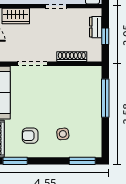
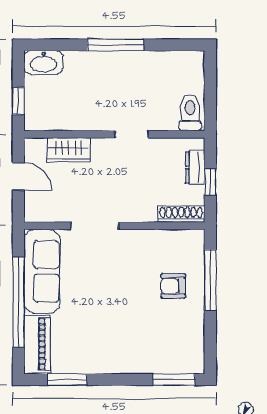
shoe rack: (72, 57) -> (181, 214), moved
side table: (63, 134) -> (143, 337), removed
armchair: (30, 136) -> (173, 286), moved

